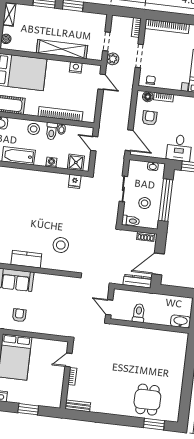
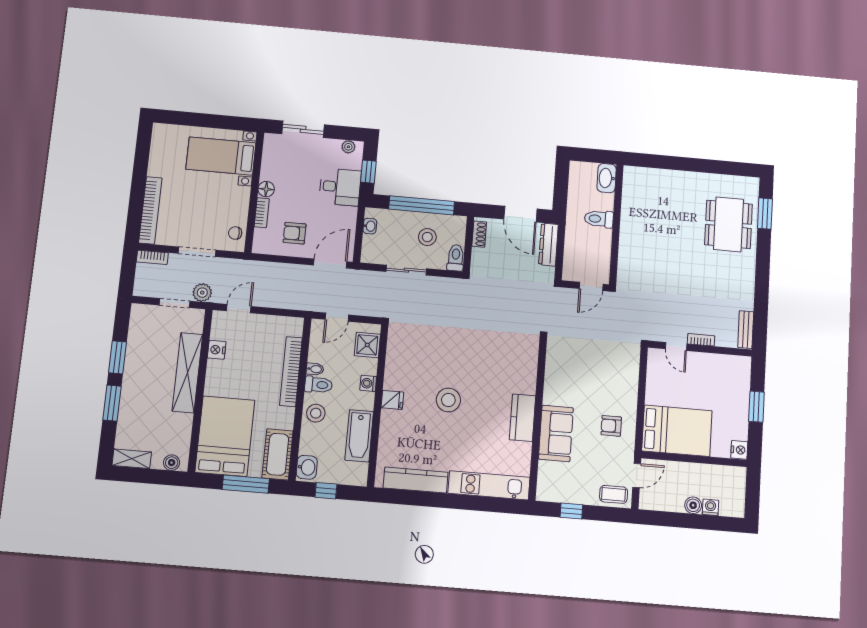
floor lamp: (148, 97) -> (266, 189), moved
fridge: (75, 181) -> (392, 400), moved
stool: (61, 245) -> (448, 400), moved
toilet: (139, 313) -> (599, 219), moved
dining table: (147, 400) -> (728, 224), width x1.38

